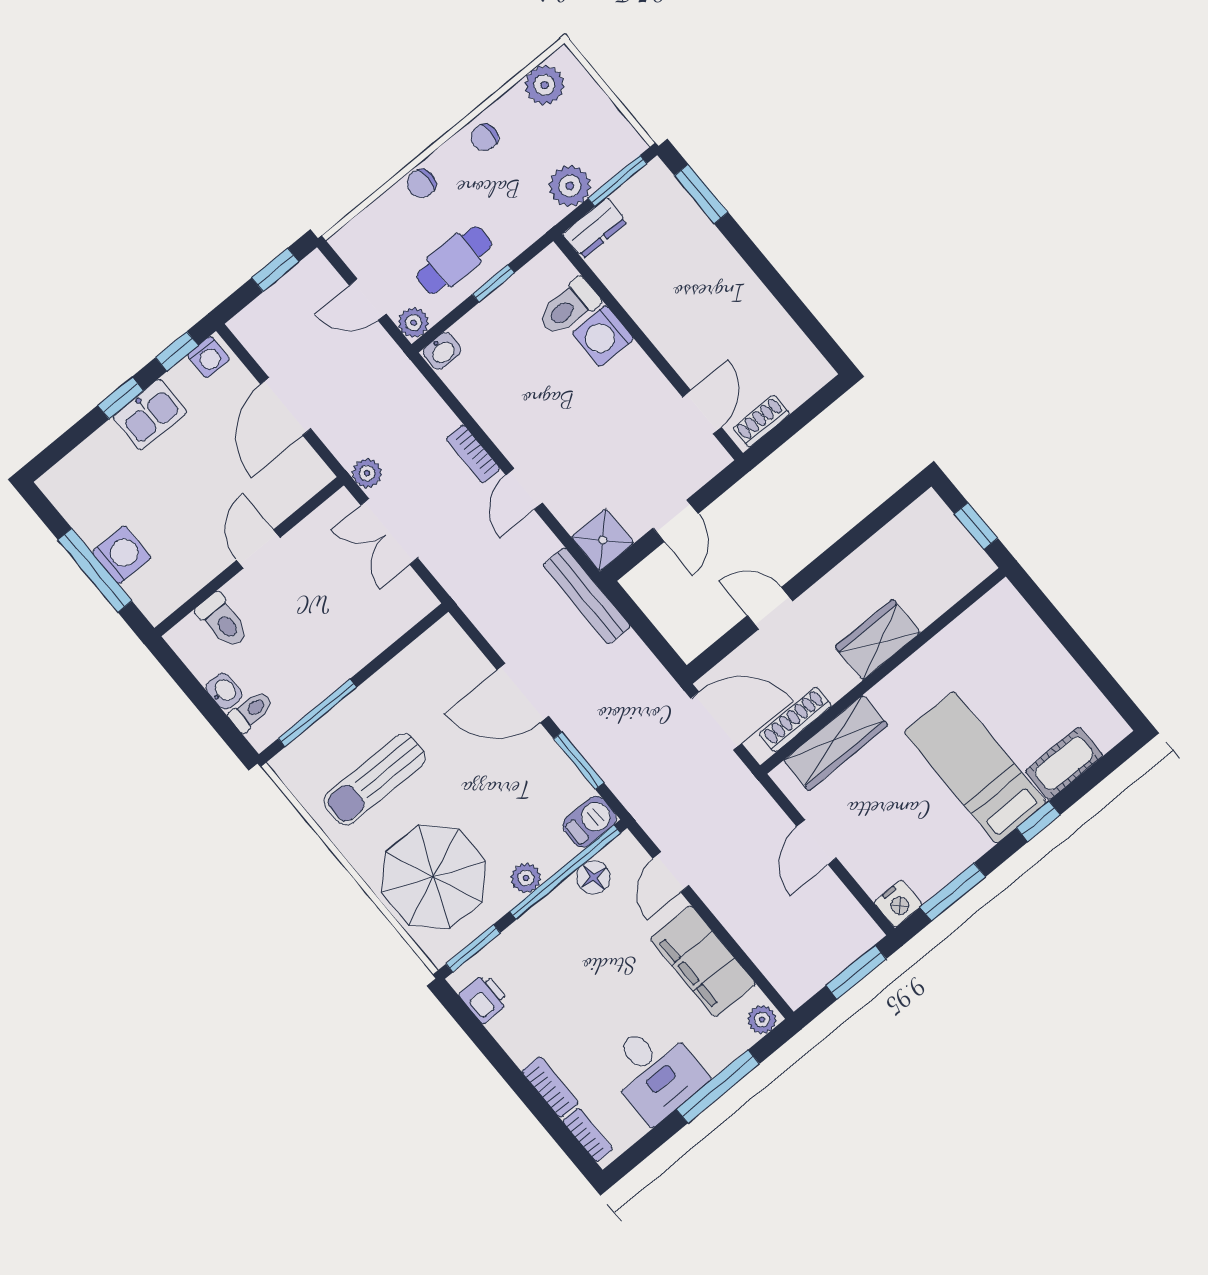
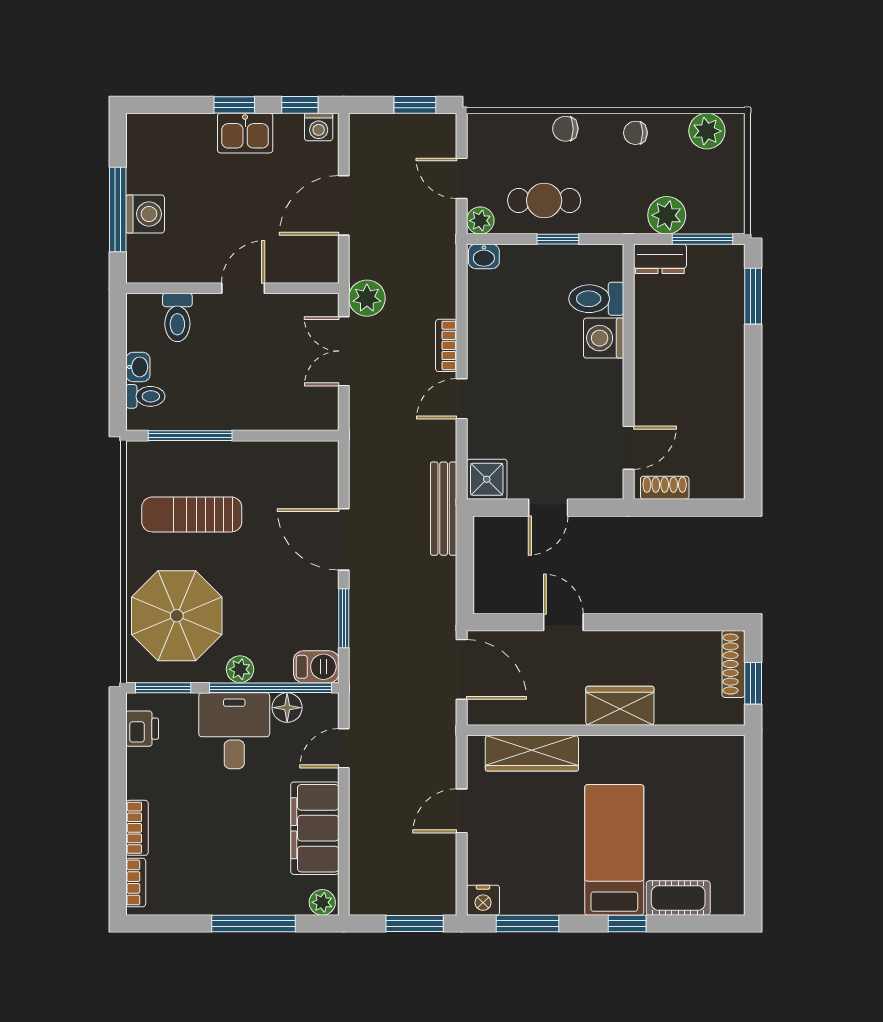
plant: (367, 473) -> (367, 298), width x1.38, depth x1.38
shoe rack: (795, 720) -> (733, 664), moved, turned -90
desk: (655, 1072) -> (234, 731), moved, turned 180

